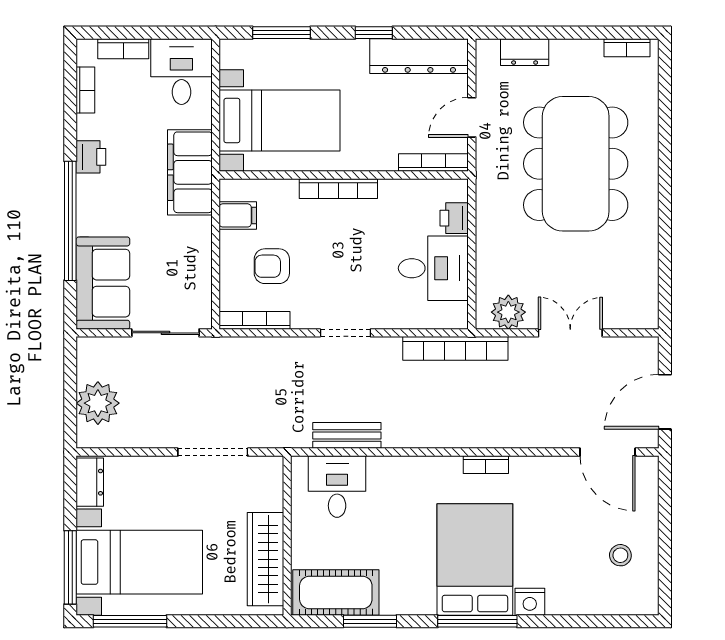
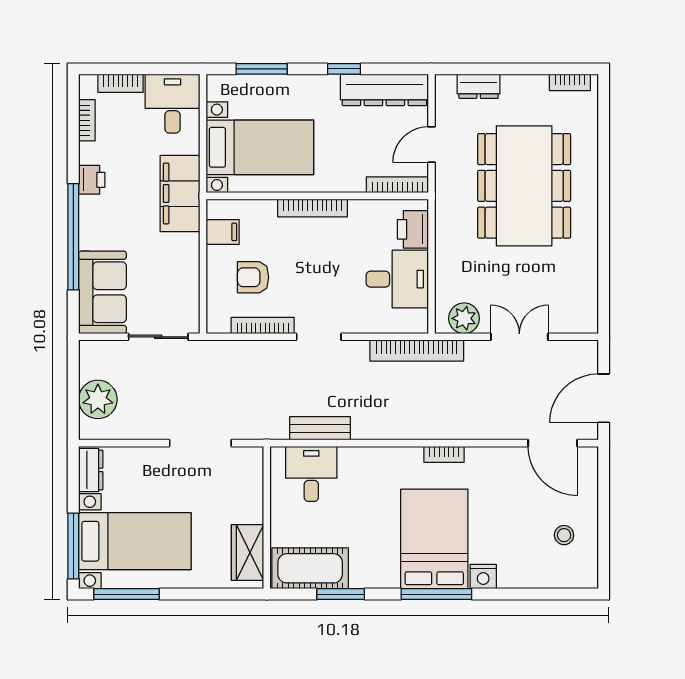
printer: (454, 218) -> (413, 229), width x1.36, depth x1.24
bookcase: (255, 320) -> (263, 326), moved
wardrobe: (265, 559) -> (247, 552), width x0.67

